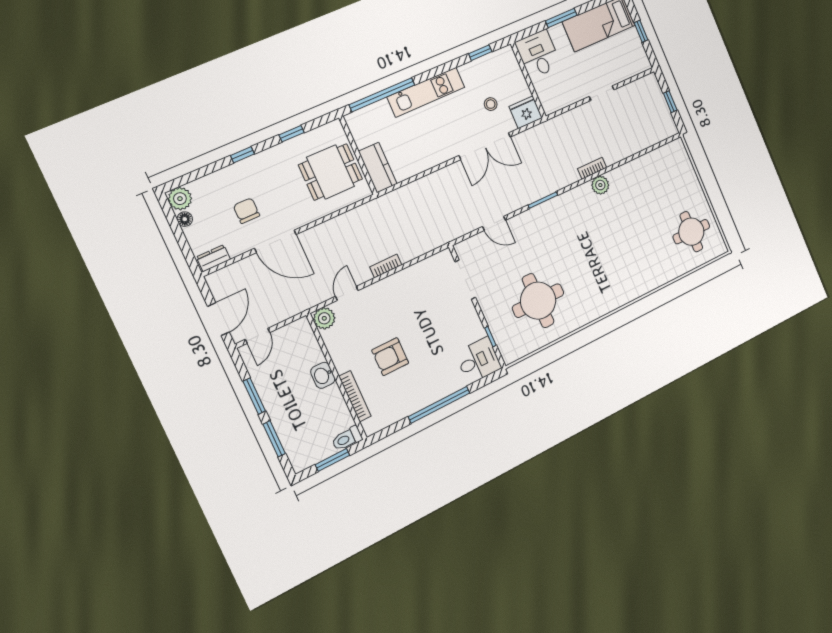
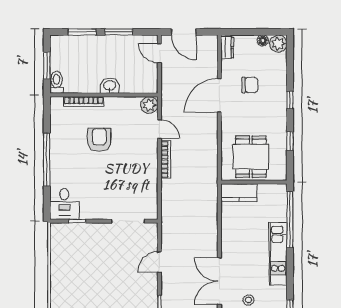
bookcase: (386, 266) -> (166, 159), width x1.56
round table: (538, 301) -> (86, 270), removed

